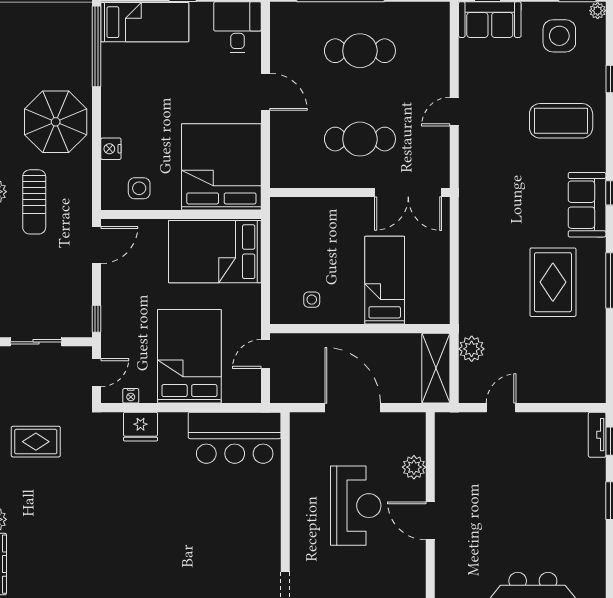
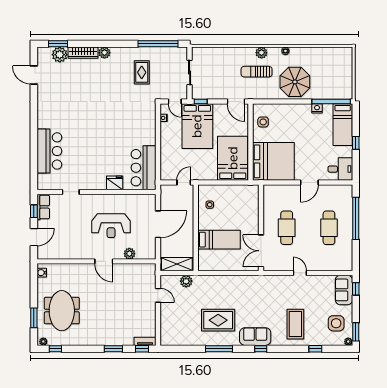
nightstand: (111, 149) -> (317, 108), moved
door: (266, 354) -> (184, 183), hinge flipped
bed: (189, 356) -> (197, 126), moved, turned 90
fridge: (141, 427) -> (115, 183), moved, turned 90
door: (430, 521) -> (104, 261), swing flipped

